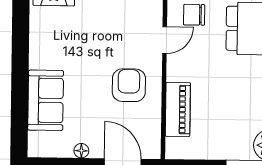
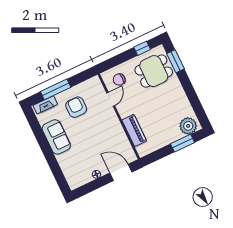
armchair: (129, 85) -> (76, 107), moved
sofa: (46, 100) -> (56, 137), moved

